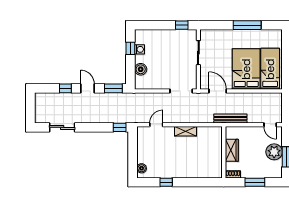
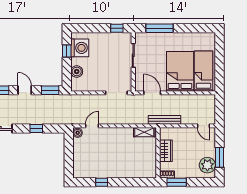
window: (247, 25) -> (160, 28), moved
washing machine: (139, 49) -> (80, 48), width x1.89, depth x1.89
window: (120, 127) -> (36, 128), moved
shelving: (185, 131) -> (144, 132), moved
plant: (274, 152) -> (207, 165), moved
boiler: (142, 168) -> (78, 133), moved
window: (255, 182) -> (177, 182), moved

